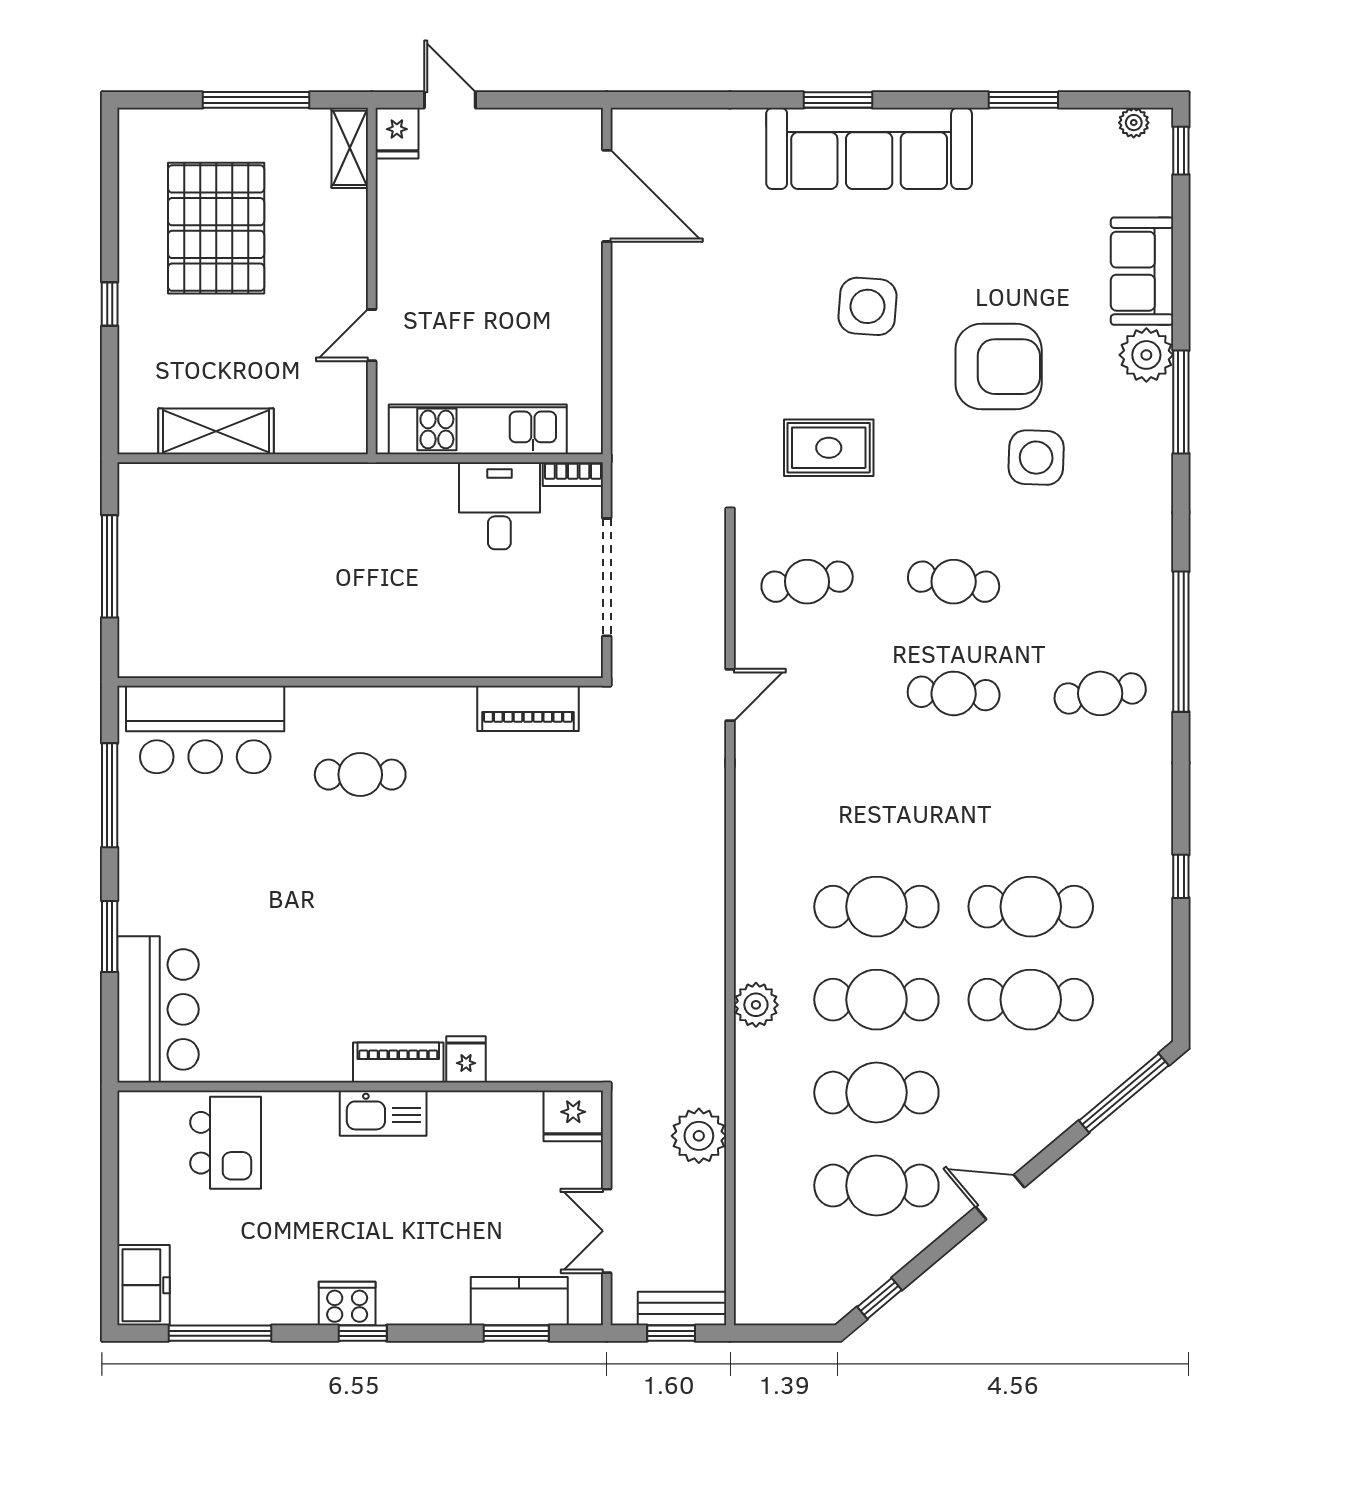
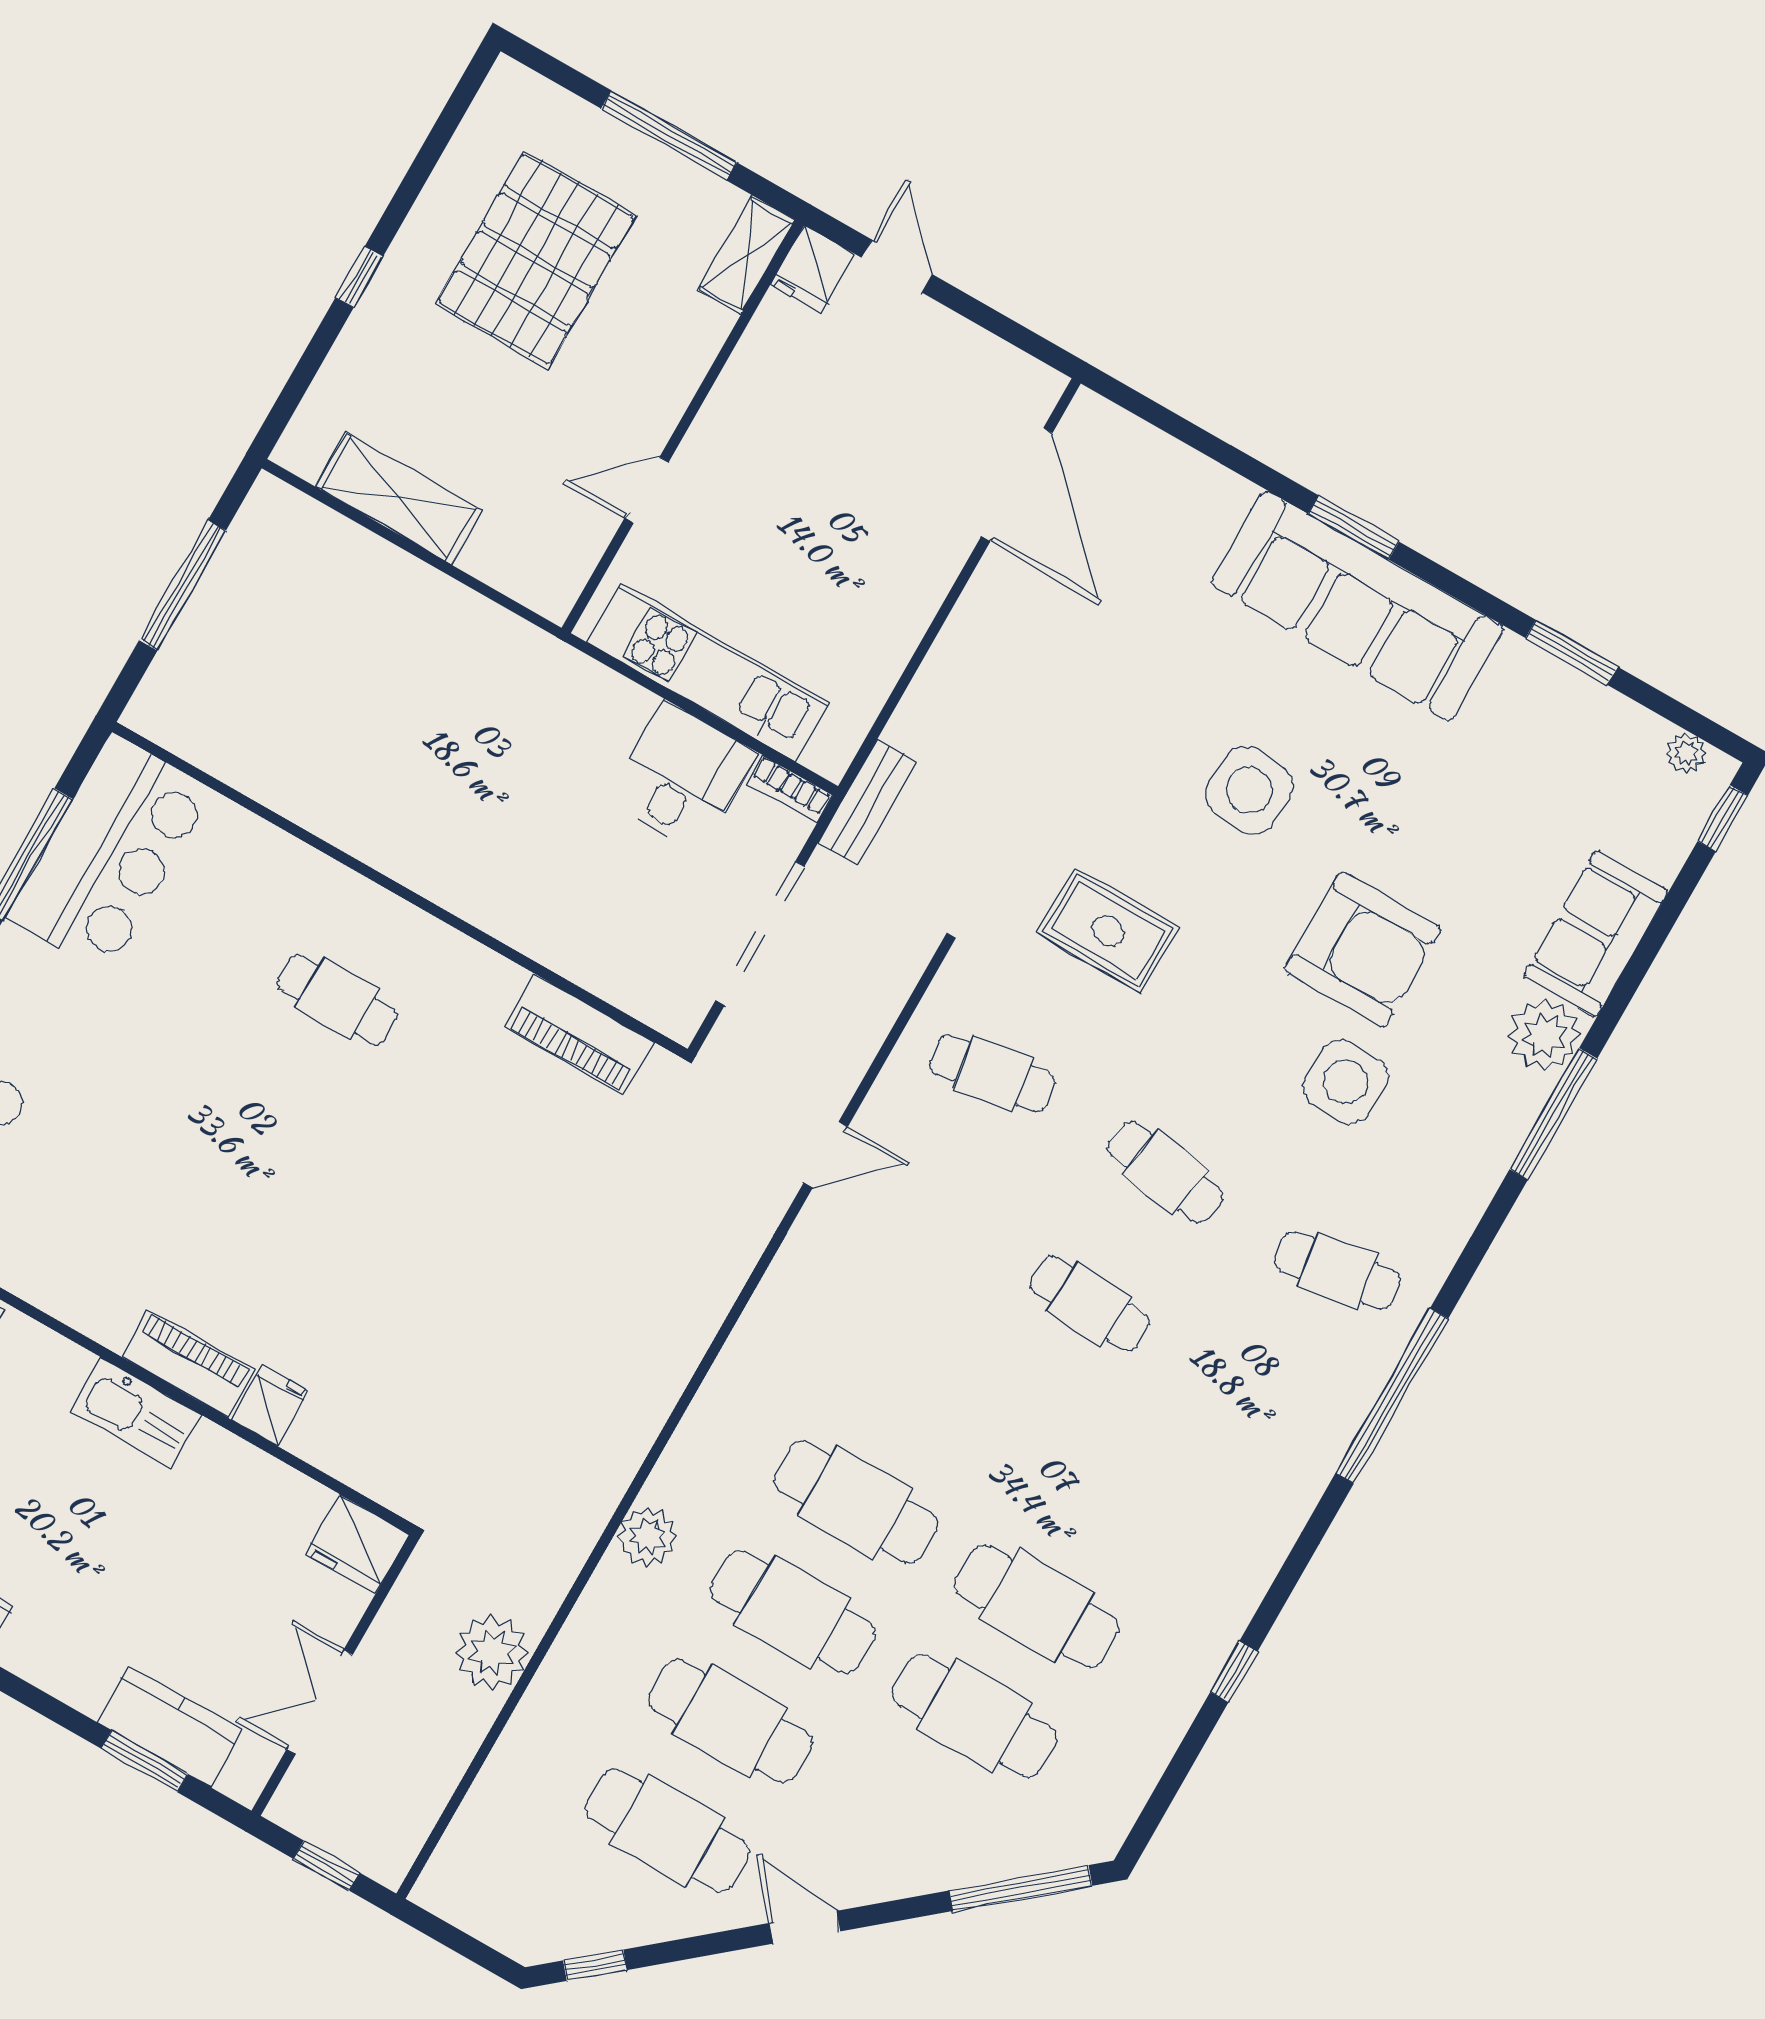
cafe table: (1100, 693) -> (1337, 1271), moved
bar counter: (205, 730) -> (110, 853), moved, turned -90
bench: (682, 1309) -> (868, 802), moved, turned 90

